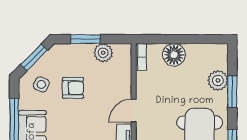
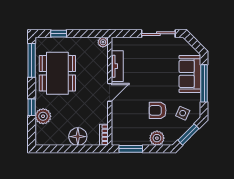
window: (85, 39) -> (131, 149), moved
plant: (103, 53) -> (157, 138), moved
window: (232, 92) -> (32, 107), width x0.67

